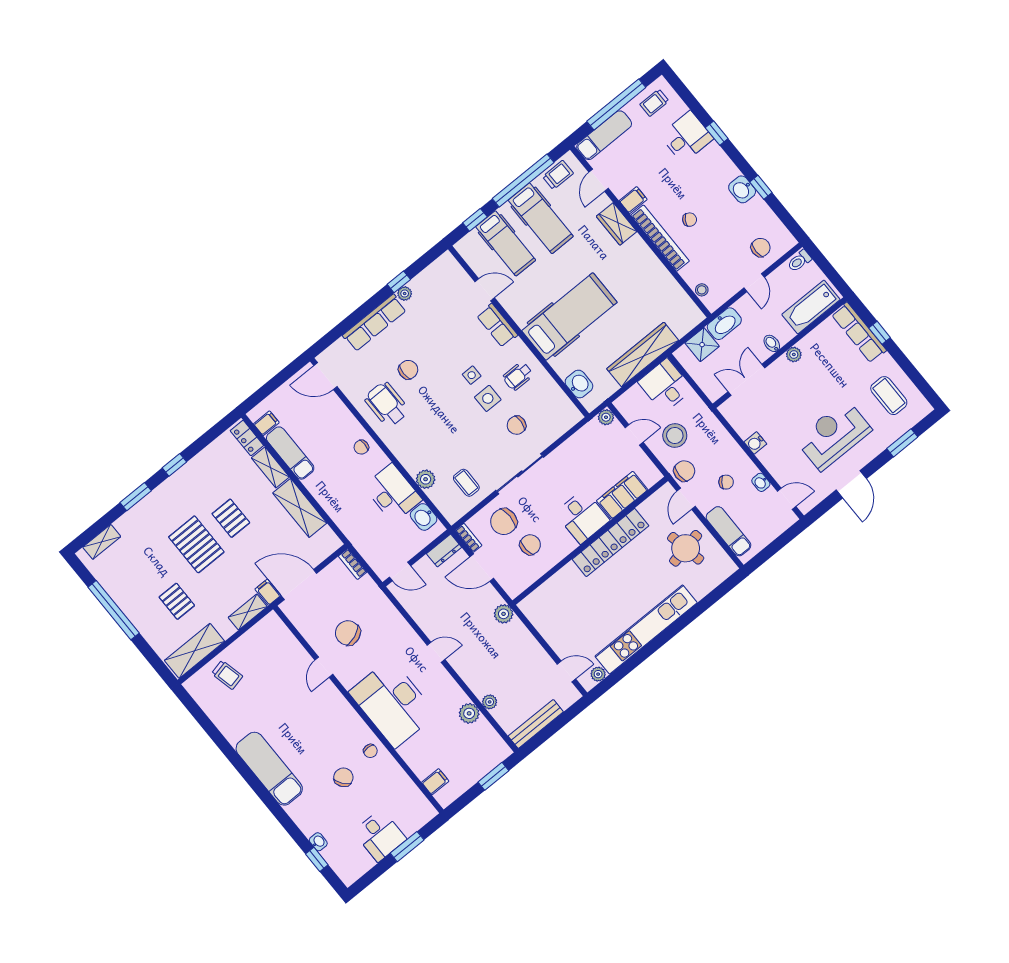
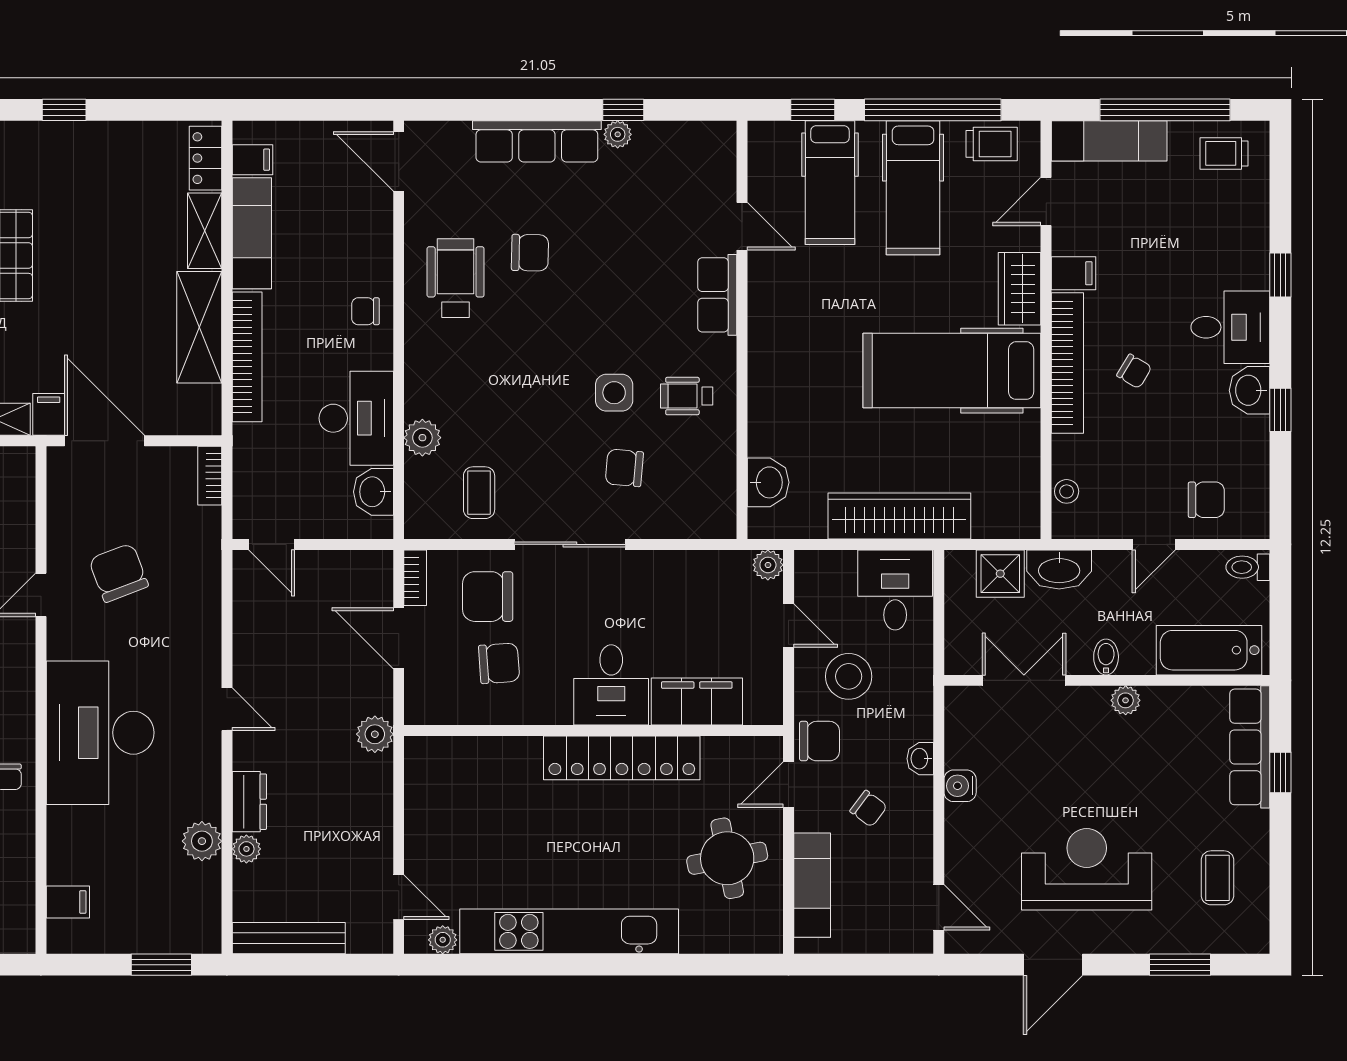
desk: (686, 137) -> (1230, 327), moved
hospital bed: (569, 317) -> (952, 371), moved, turned 180
side table: (472, 375) -> (618, 338), removed
coffee table: (889, 396) -> (1218, 878), width x0.73, depth x0.77
washbasin: (761, 482) -> (920, 759), moved
bookcase: (329, 504) -> (247, 357), added
pallet: (231, 518) -> (84, 258), removed
dresser: (444, 551) -> (249, 802), moved, turned -90

